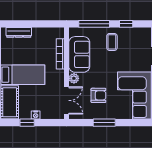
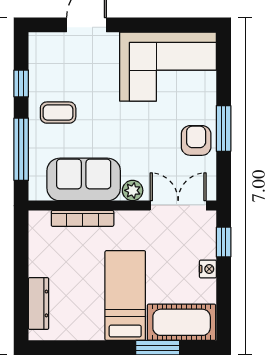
armchair: (98, 95) -> (196, 140), moved
window: (27, 123) -> (224, 242), moved

